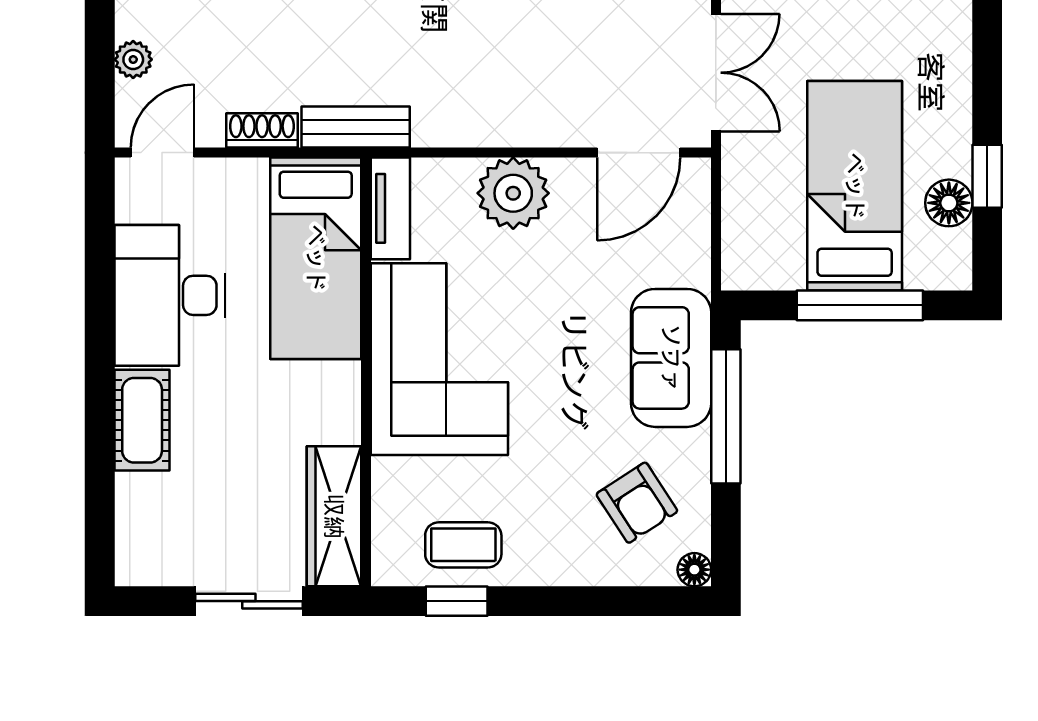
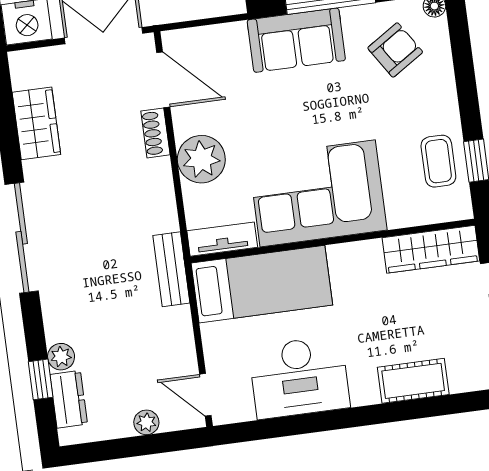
shoe rack: (262, 130) -> (155, 133), moved
cot: (142, 420) -> (413, 381), moved

